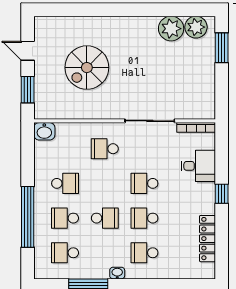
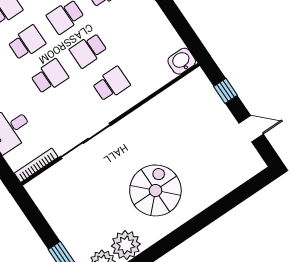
spiral stairs: (87, 68) -> (155, 190), moved
window: (28, 90) -> (226, 91), width x0.67
school desk: (65, 183) -> (88, 50), moved

